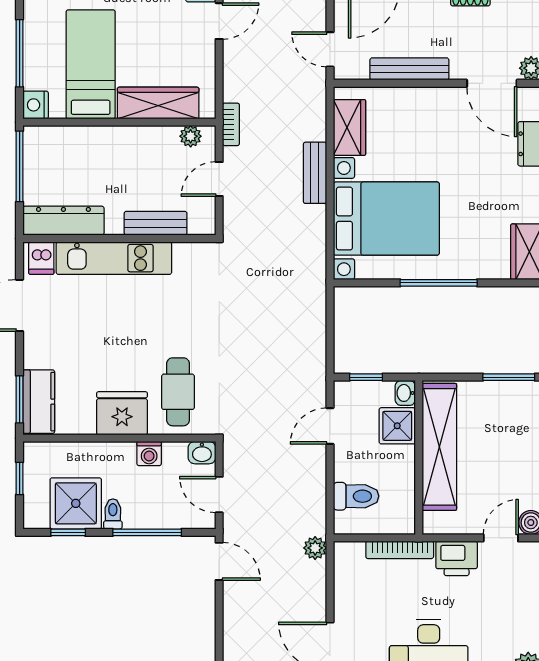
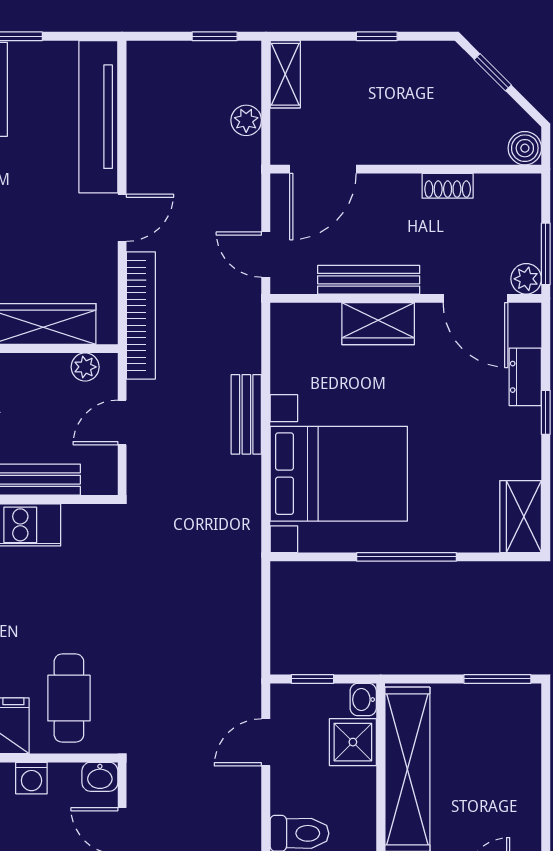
bookcase: (231, 124) -> (141, 315), width x2.31, depth x1.31
wardrobe: (350, 127) -> (378, 324), moved, turned 90

